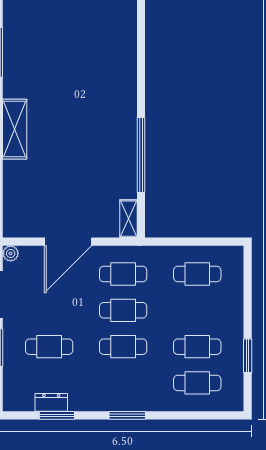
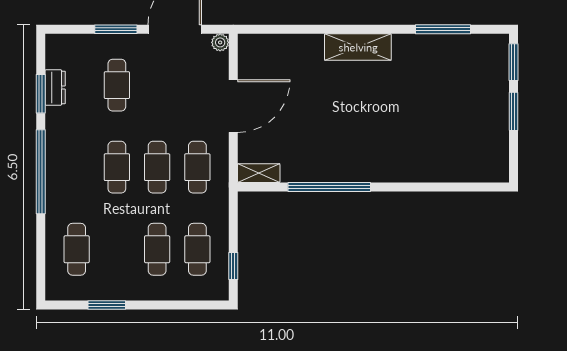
door: (68, 242) -> (233, 106), swing flipped
window: (212, 242) -> (233, 266), added
cafe table: (197, 347) -> (157, 249), moved
window: (127, 415) -> (41, 172), width x2.11

